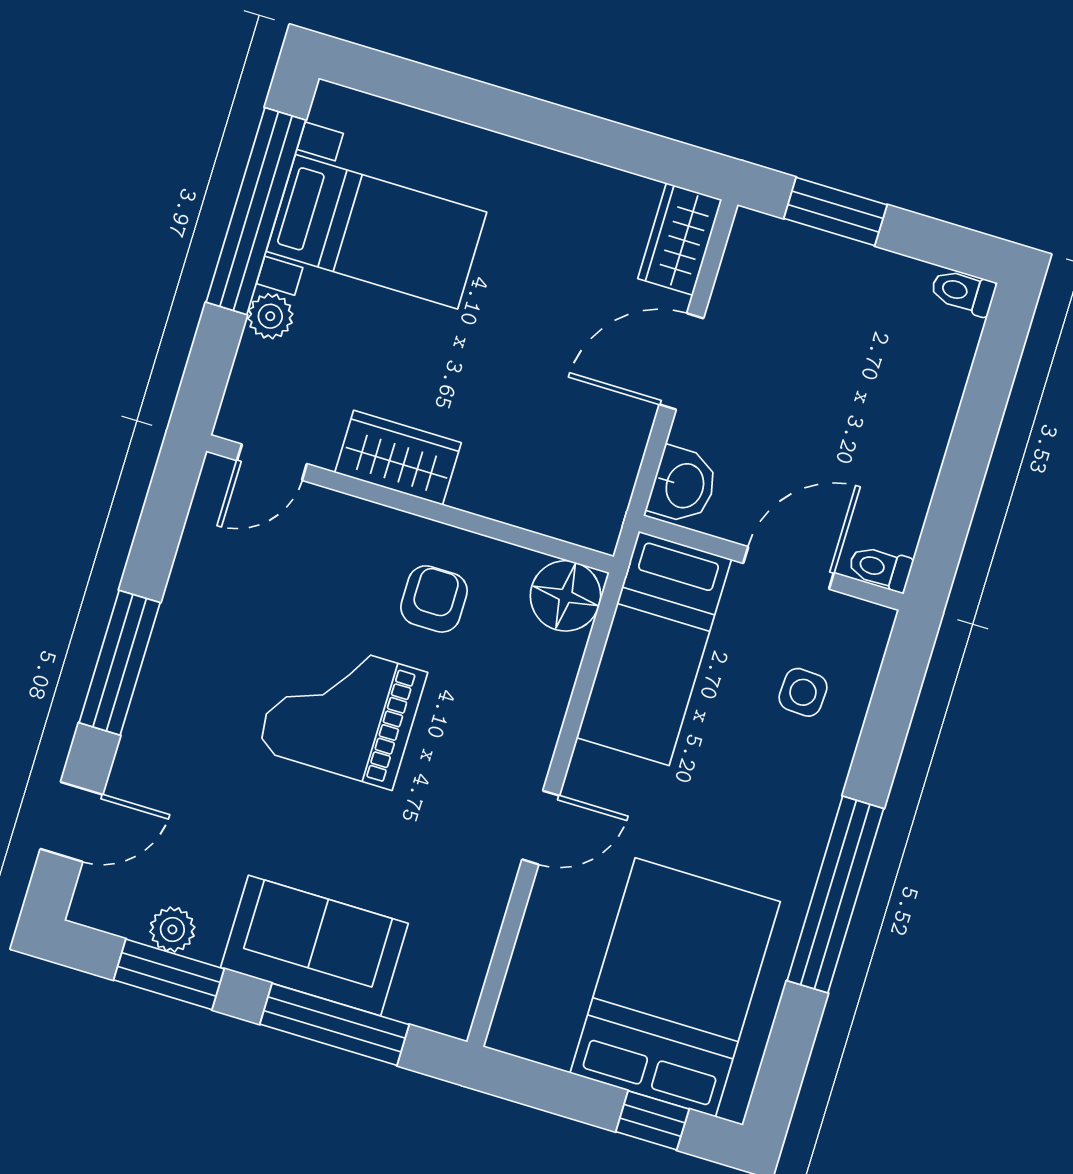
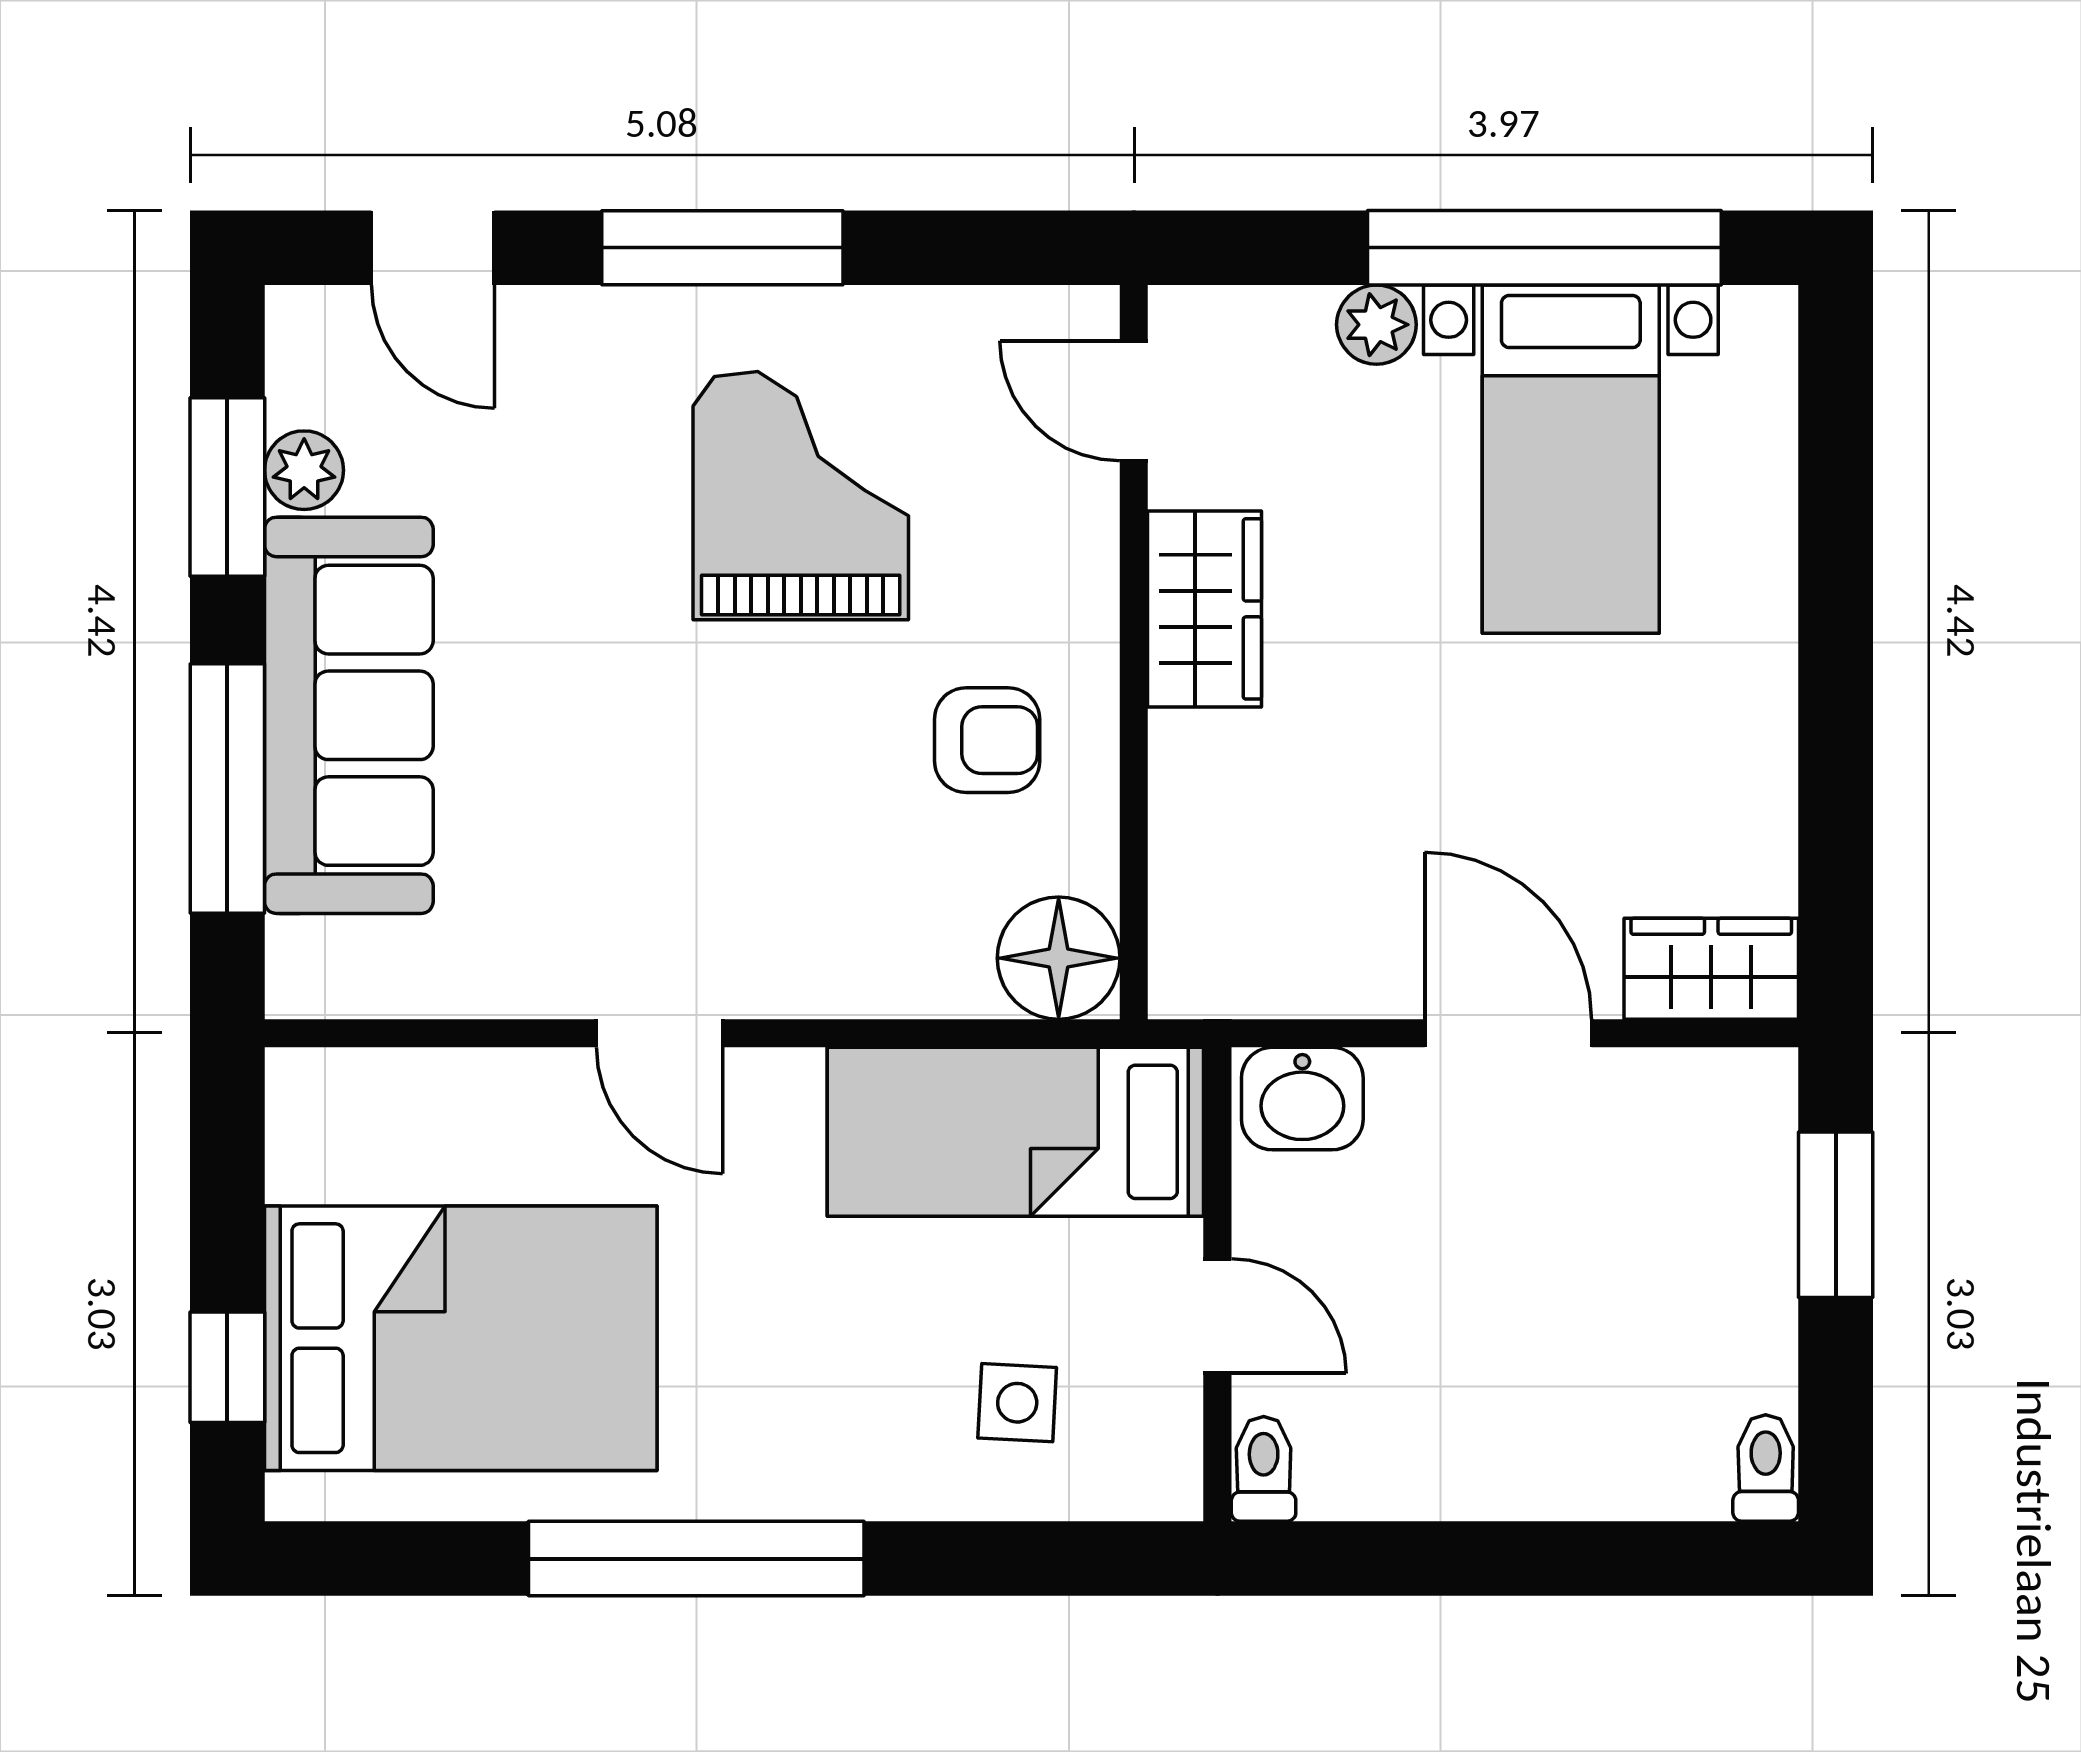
door: (789, 568) -> (1217, 1316), width x0.73
grand piano: (342, 711) -> (801, 496), moved
sofa: (314, 946) -> (349, 715), width x1.36

